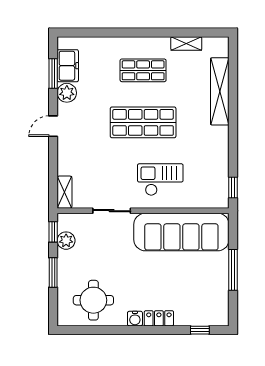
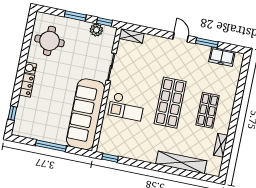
window: (53, 73) -> (207, 43), moved
plant: (67, 93) -> (203, 52), removed
checkout: (160, 180) -> (126, 107), turned 90

